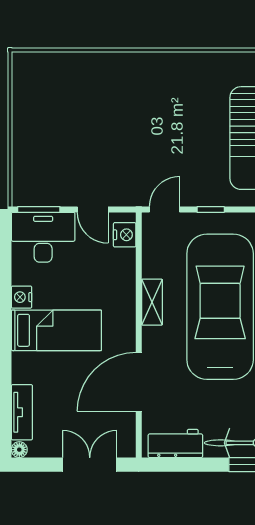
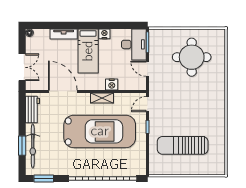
round table: (69, 120) -> (192, 57), added
door: (93, 209) -> (148, 69), hinge flipped
door: (165, 209) -> (148, 104), swing flipped
nightstand: (125, 235) -> (112, 85), moved
tv unit: (22, 412) -> (64, 34), moved

